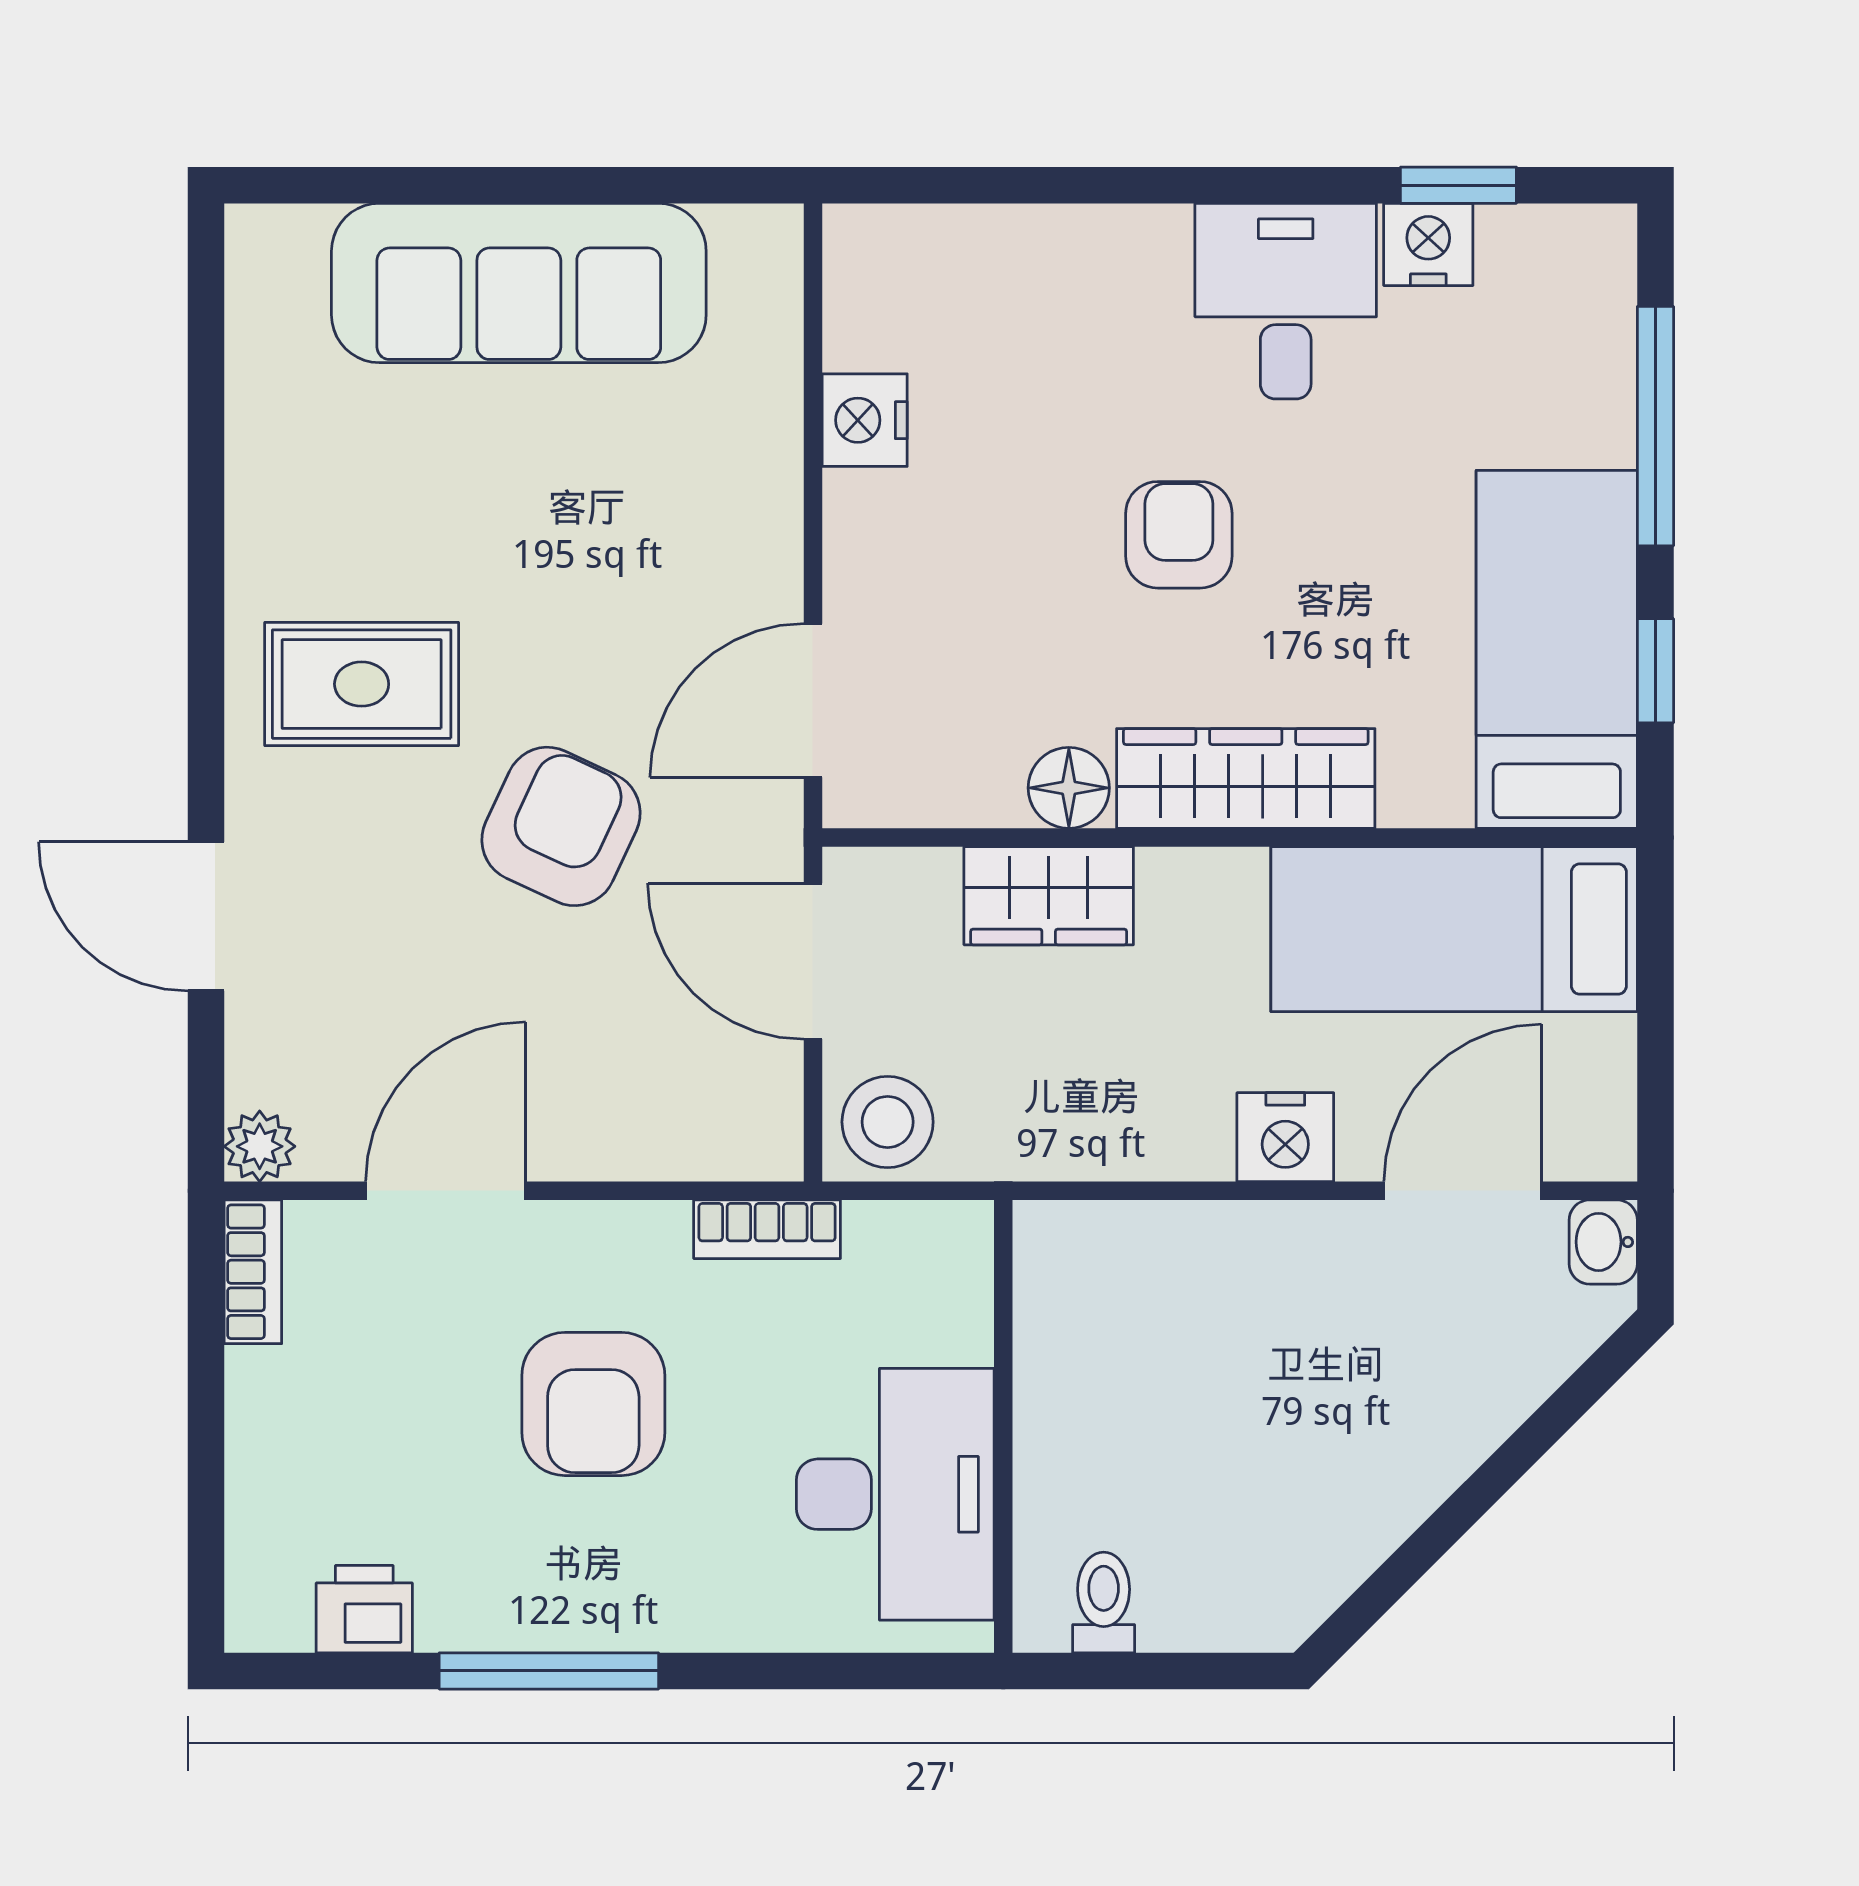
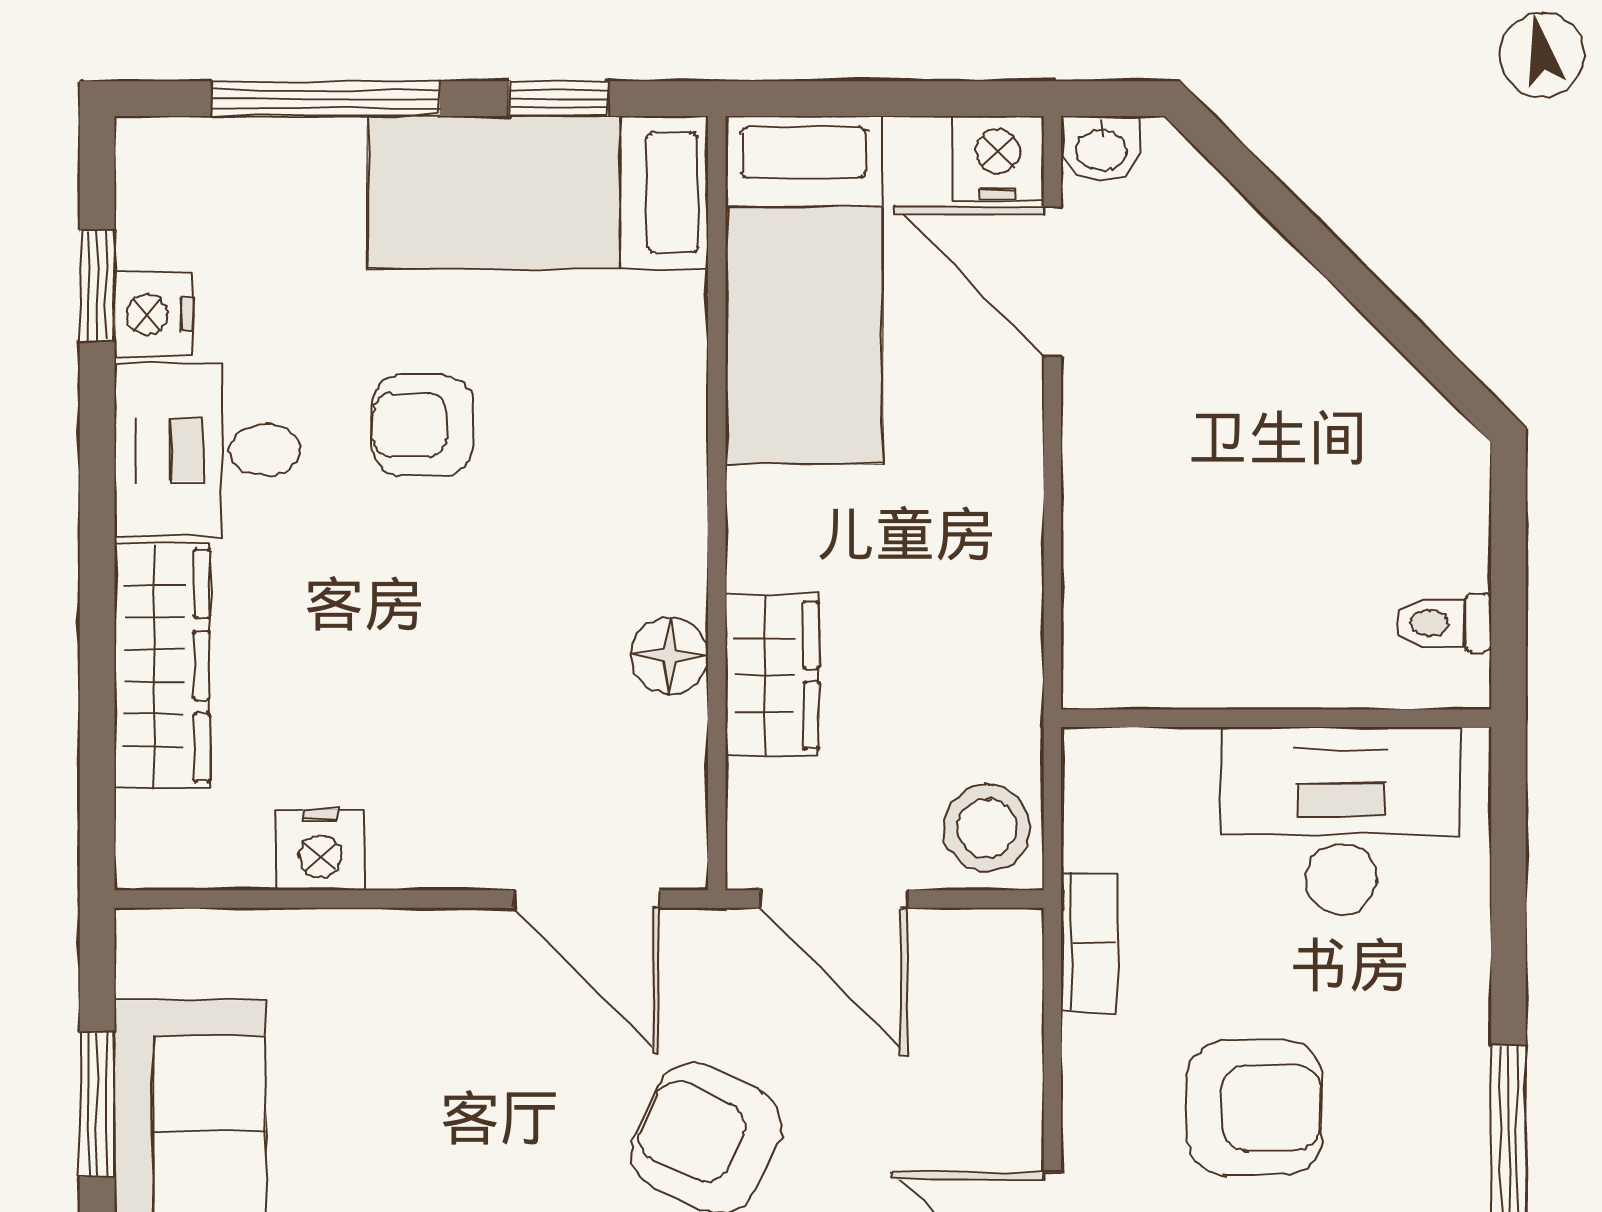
window: (597, 185) -> (97, 1104), added
armchair: (1179, 535) -> (422, 425), moved
wardrobe: (1246, 778) -> (162, 666), moved, turned 180
door: (813, 961) -> (834, 899), hinge flipped
nightstand: (1285, 1137) -> (998, 158), moved, turned -90

